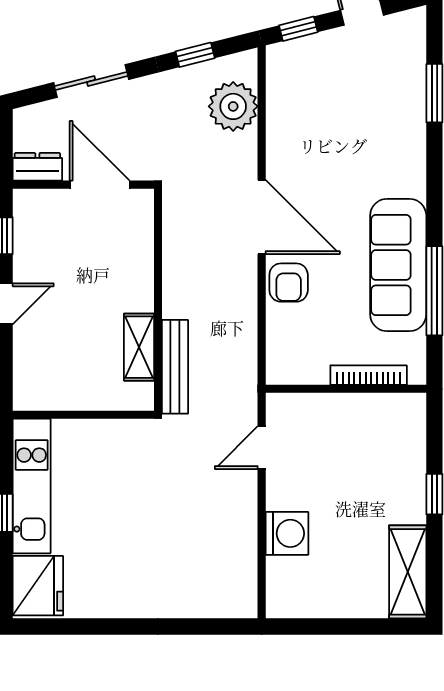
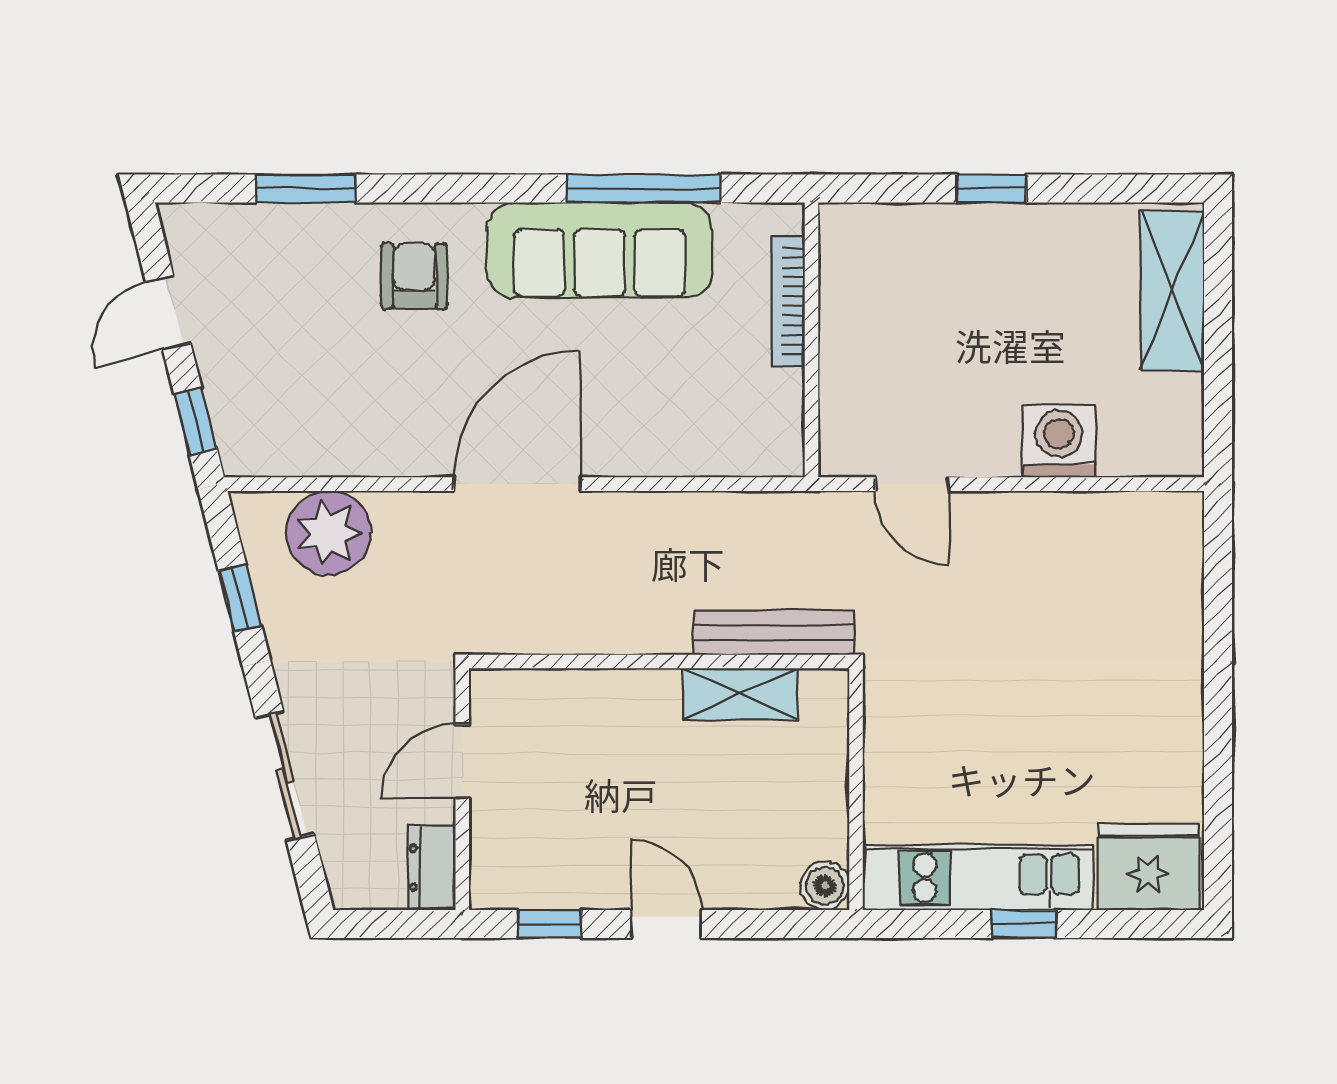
door: (100, 185) -> (462, 761), width x0.73
armchair: (289, 283) -> (414, 276), moved, turned -90
boiler: (27, 397) -> (825, 886), added
shelving: (408, 572) -> (1172, 291), moved, turned 90

